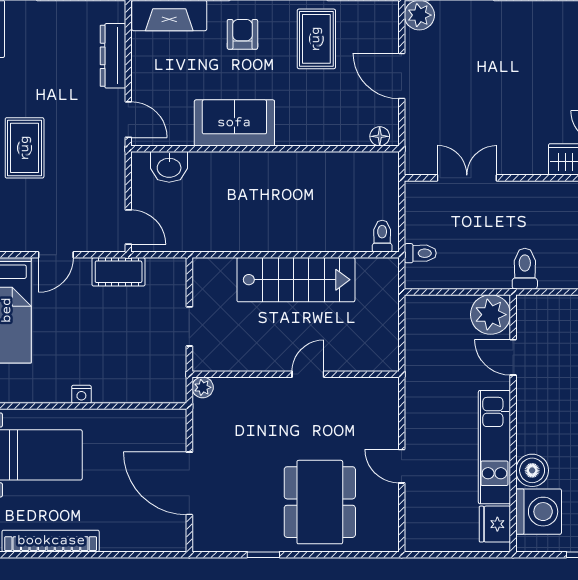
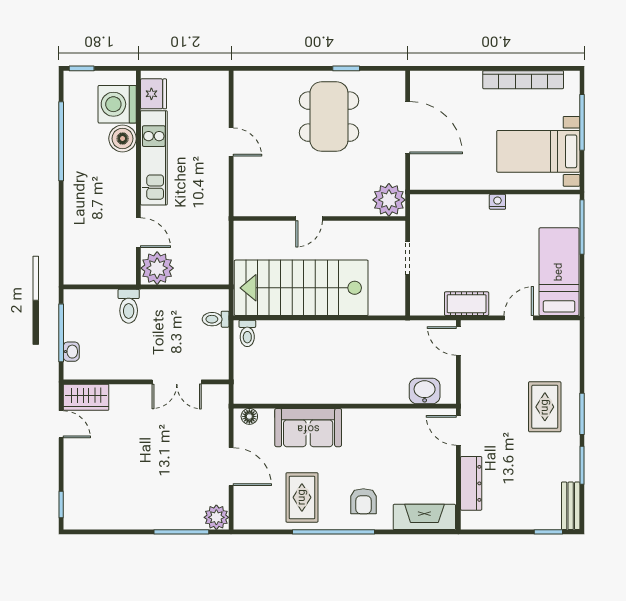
sofa: (234, 123) -> (308, 428), moved
stairs: (296, 280) -> (301, 288), width x1.36, depth x1.51
plant: (203, 387) -> (389, 200), width x1.88, depth x1.88
dining table: (320, 502) -> (329, 117), moved

